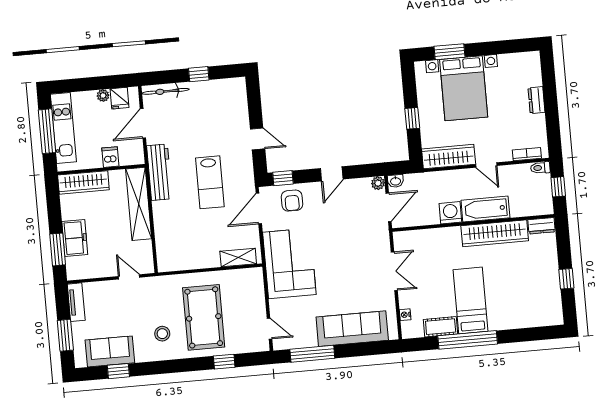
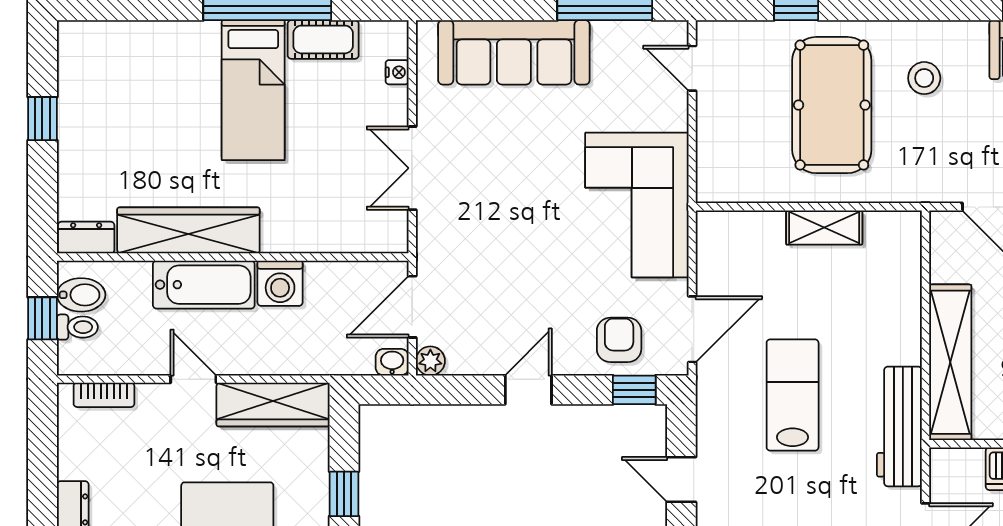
toilet: (540, 168) -> (77, 327), moved
bidet: (541, 199) -> (81, 295), added
shelving: (238, 257) -> (824, 228), moved

